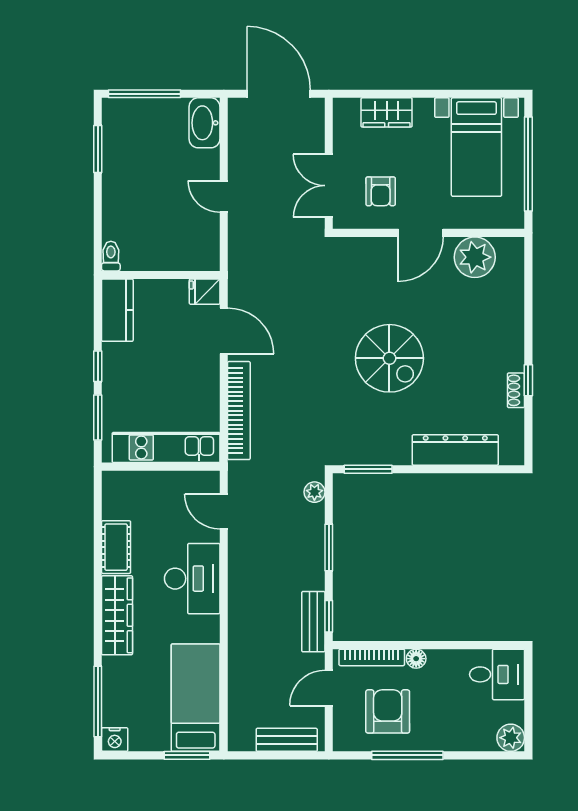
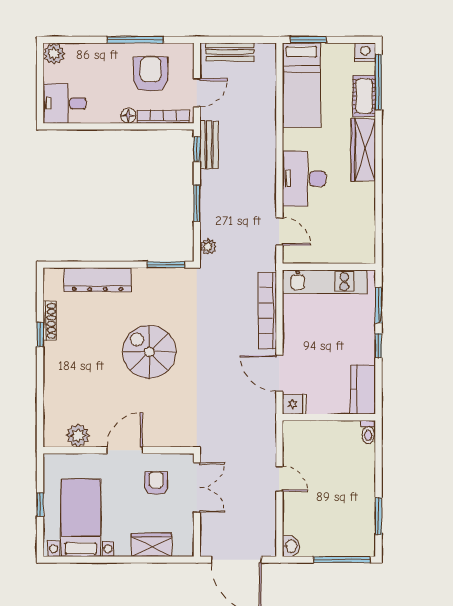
washbasin: (204, 123) -> (291, 546), width x0.52, depth x0.69
window: (528, 164) -> (40, 504), width x0.32
plant: (475, 257) -> (78, 435), width x0.73, depth x0.73
shoe rack: (516, 390) -> (50, 321), width x1.43
cot: (116, 547) -> (364, 96), moved
armchair: (388, 711) -> (151, 74), turned 180

